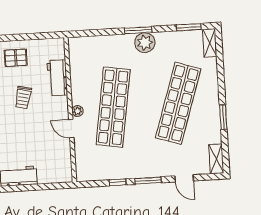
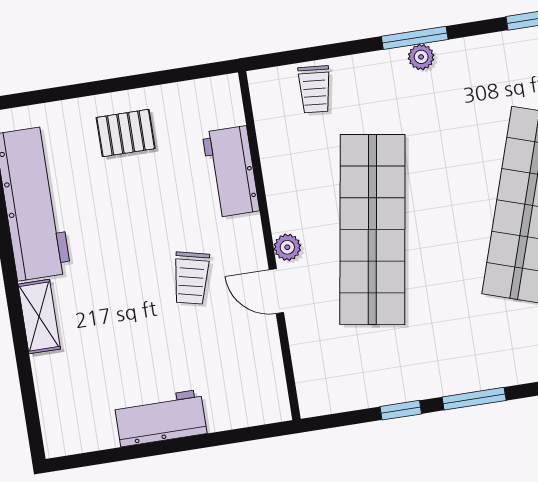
plant: (145, 43) -> (421, 57), width x0.53, depth x0.53
trolley: (95, 47) -> (315, 89), added
trolley: (23, 98) -> (191, 278), moved

